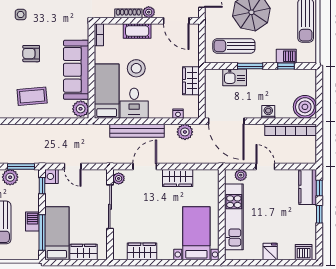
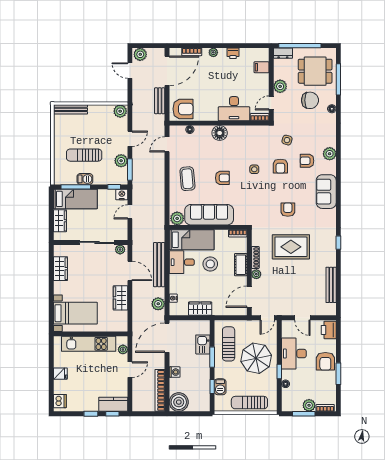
armchair: (31, 54) -> (222, 178), turned 90

